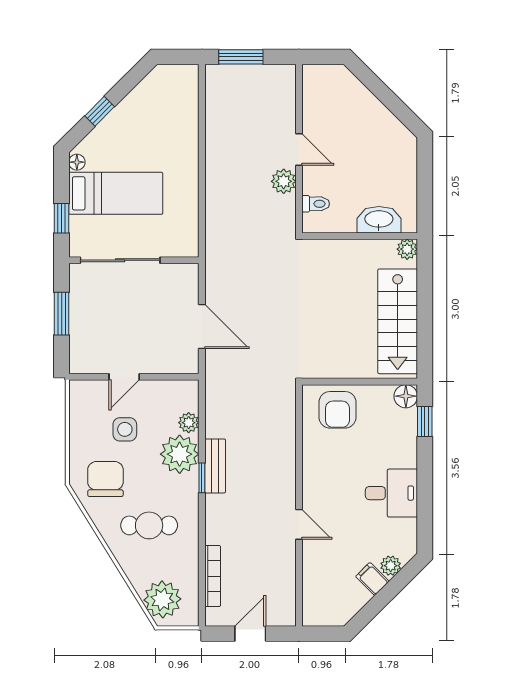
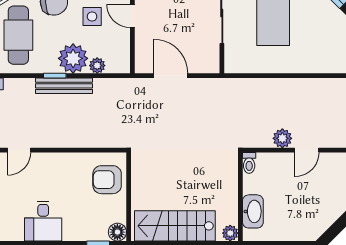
toilet: (316, 204) -> (249, 163), moved
door: (202, 327) -> (171, 76), swing flipped
bench: (215, 466) -> (64, 86), width x1.36
cafe table: (149, 525) -> (18, 35), width x1.37, depth x1.35

